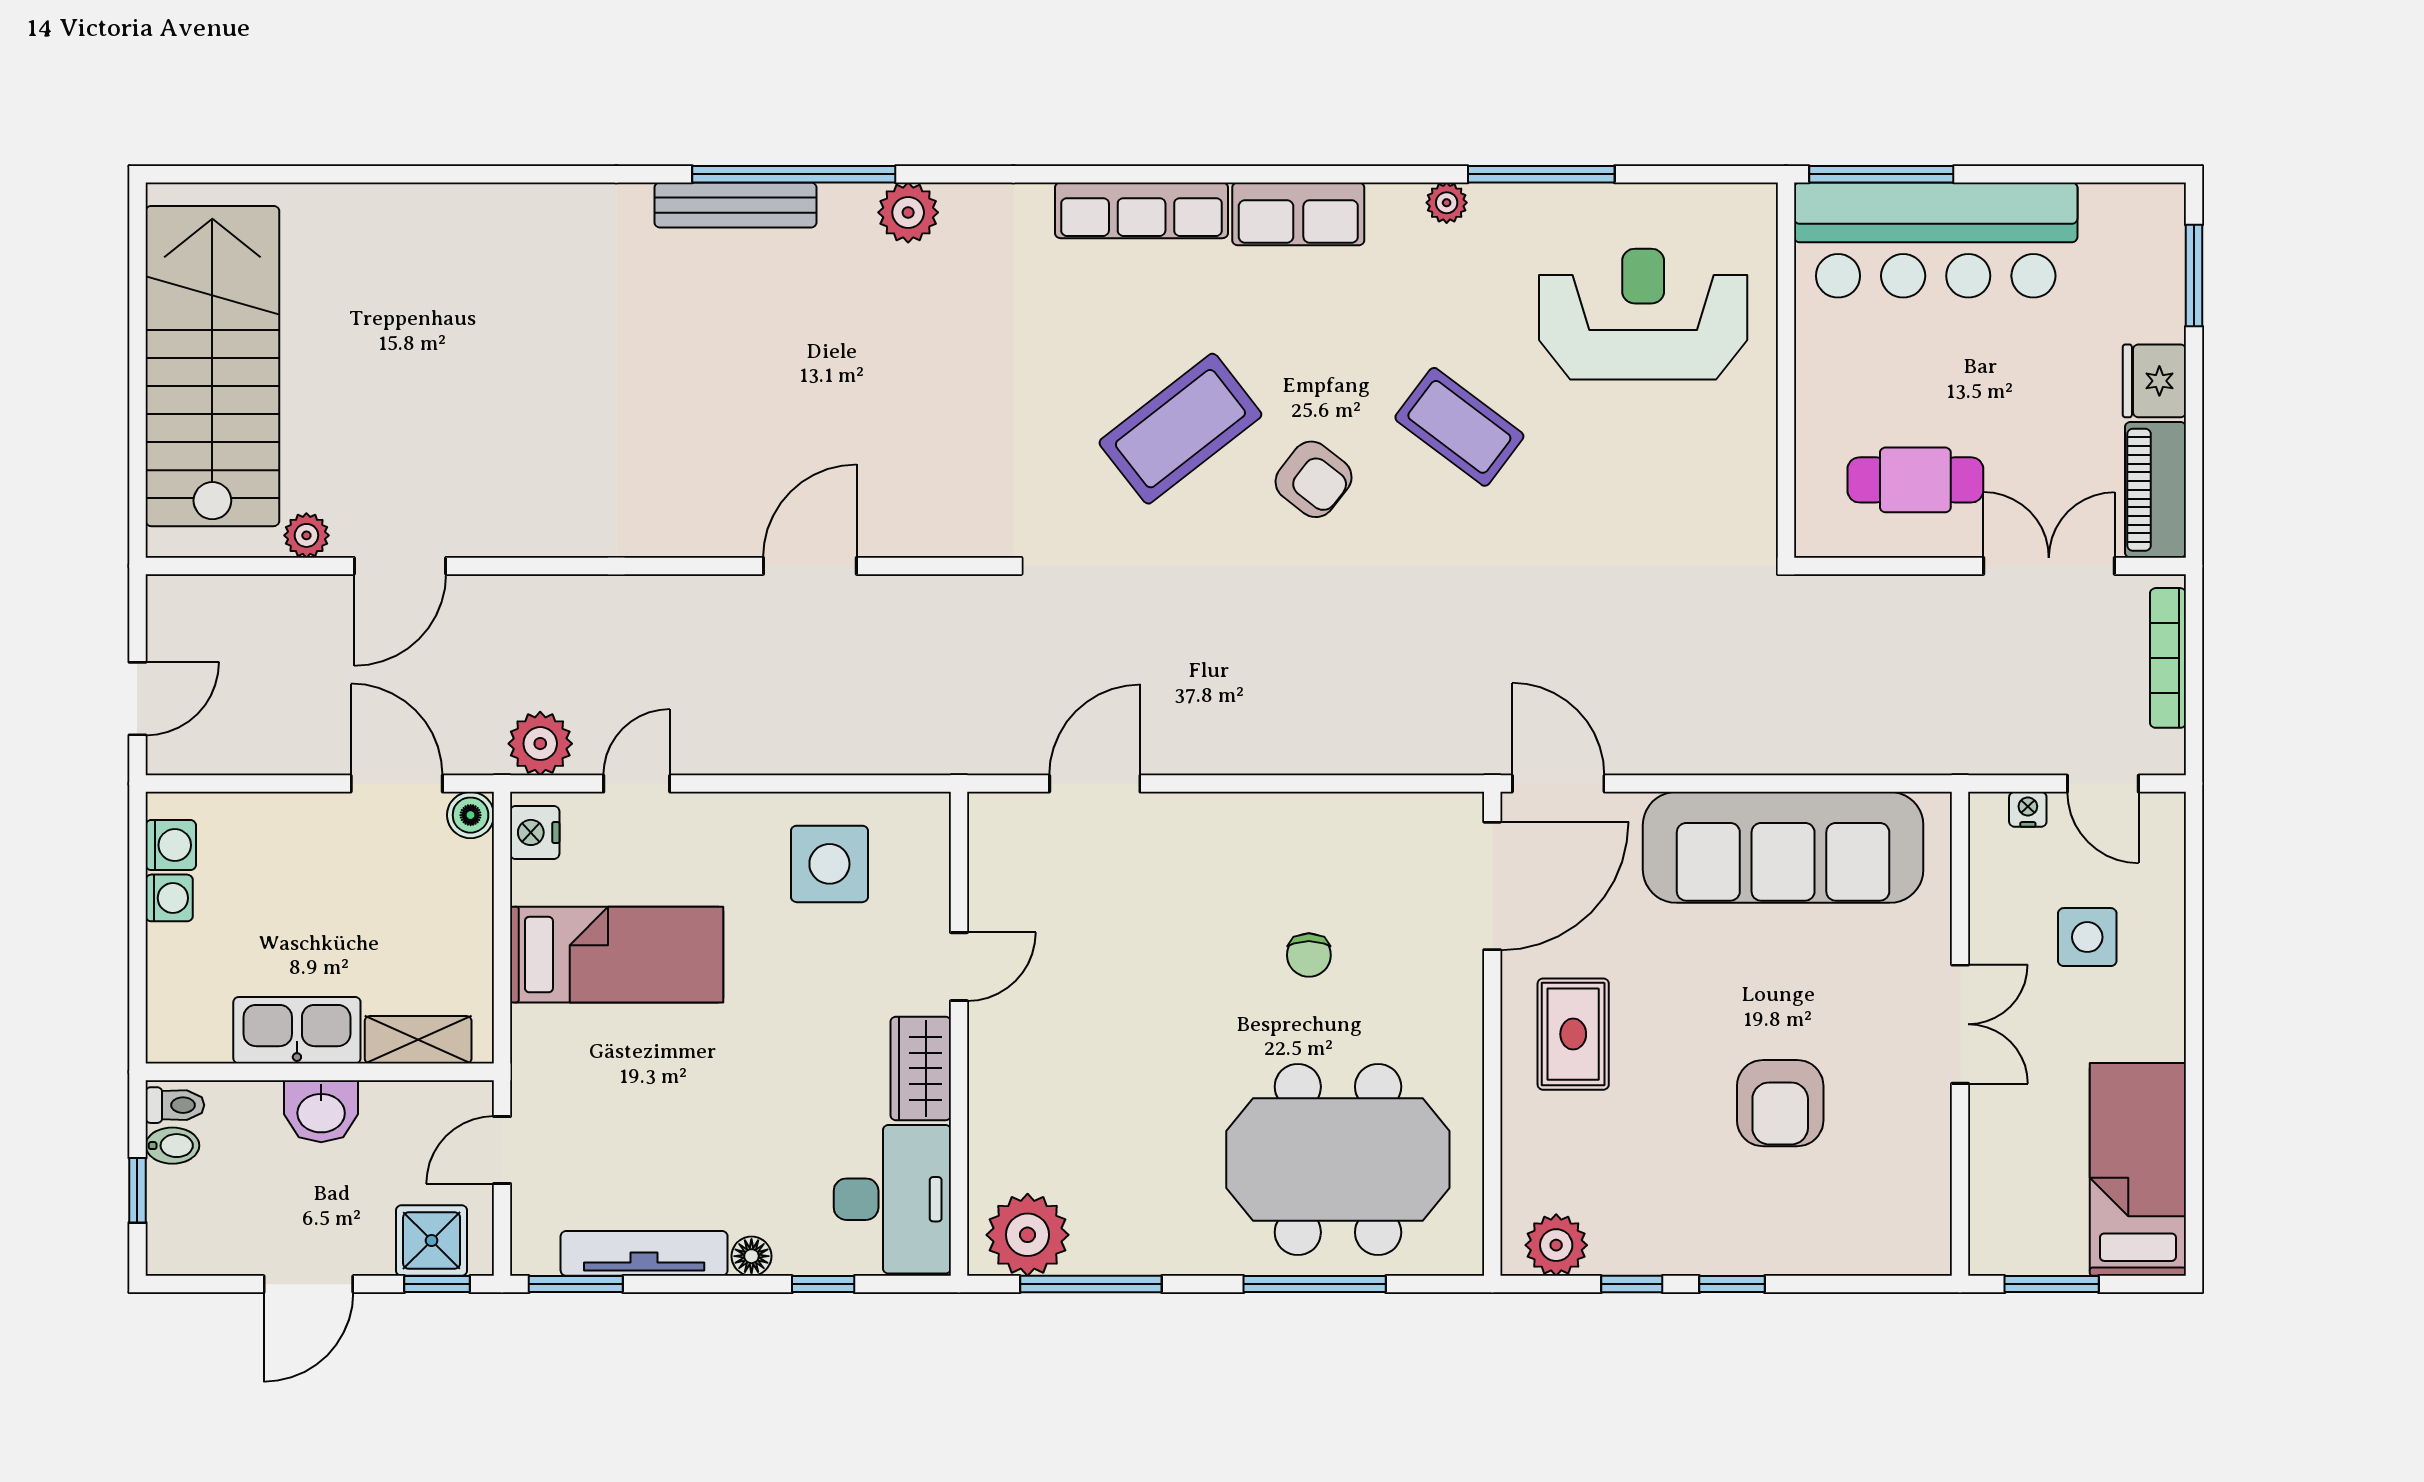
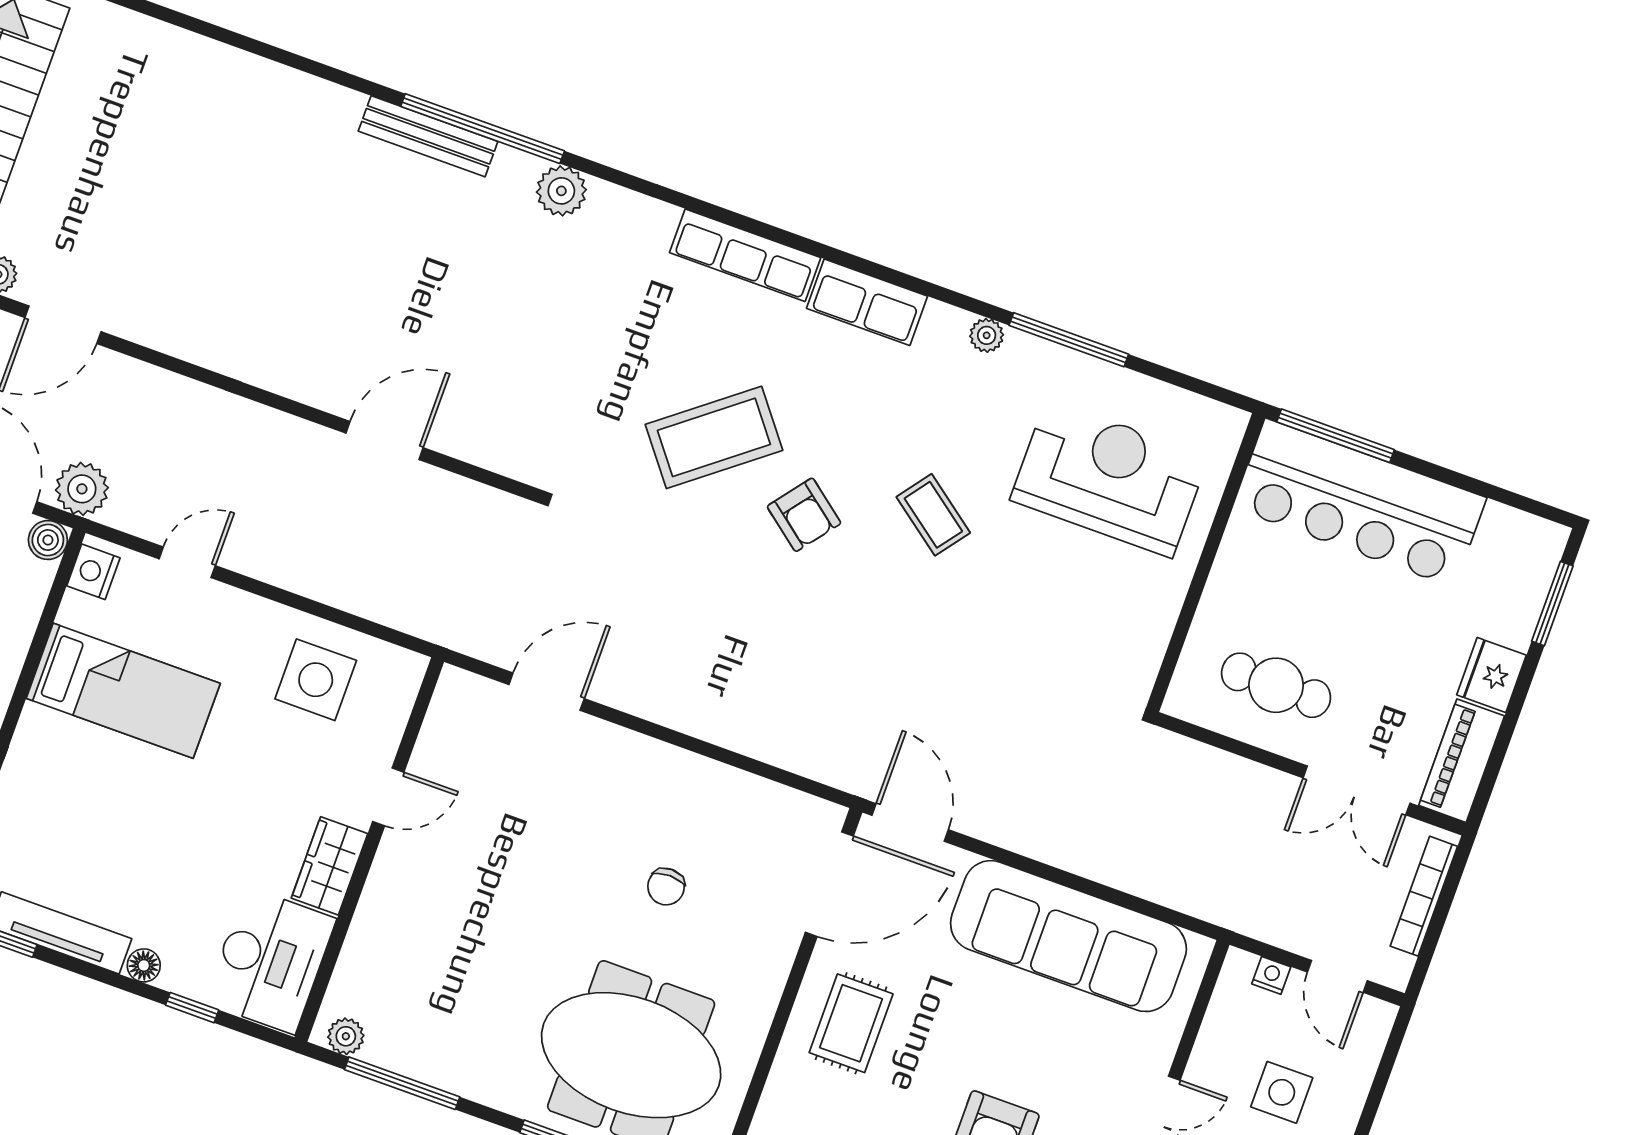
coffee table: (1459, 427) -> (933, 515), width x0.73, depth x0.77
double door: (2049, 566) -> (1357, 790), swing flipped
plant: (540, 744) -> (82, 489), moved
plant: (1028, 1235) -> (346, 1036), width x0.53, depth x0.53

